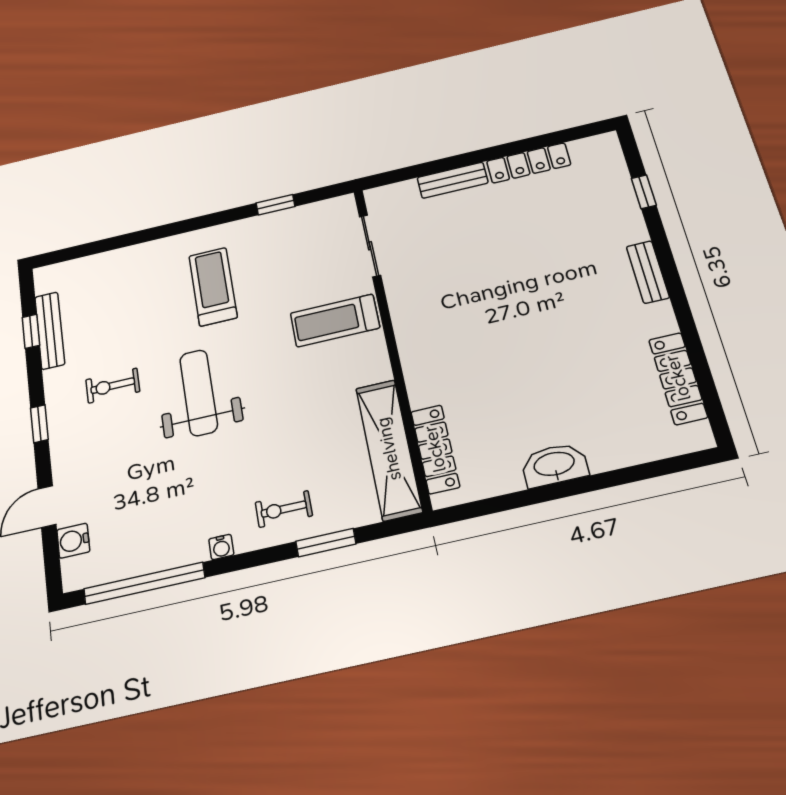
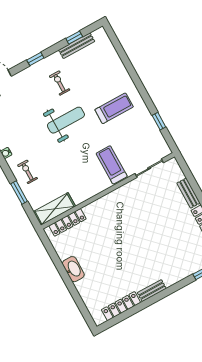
bench: (648, 272) -> (152, 291), moved
shelving: (389, 449) -> (54, 209), width x0.68

